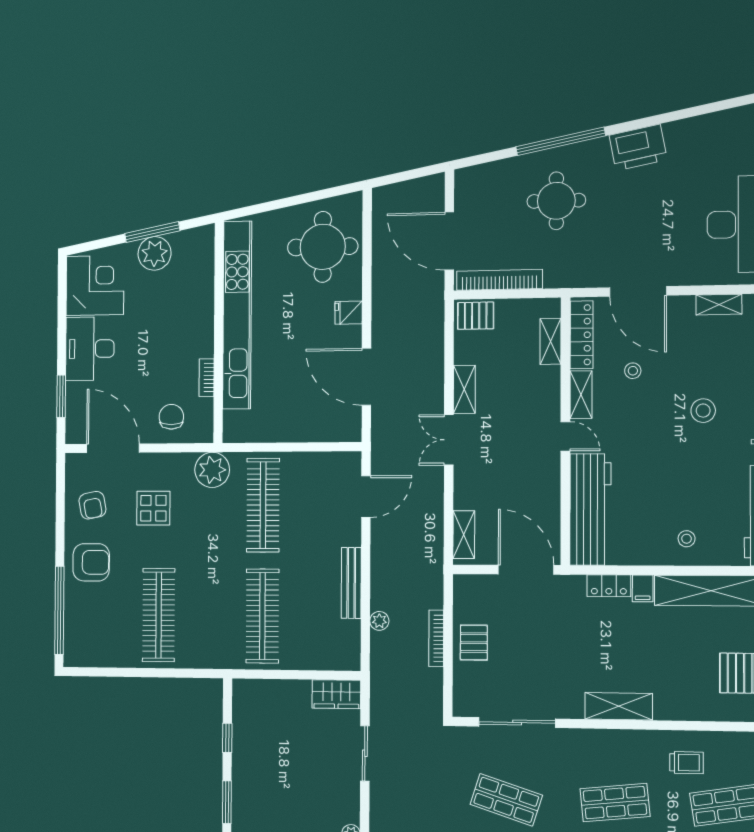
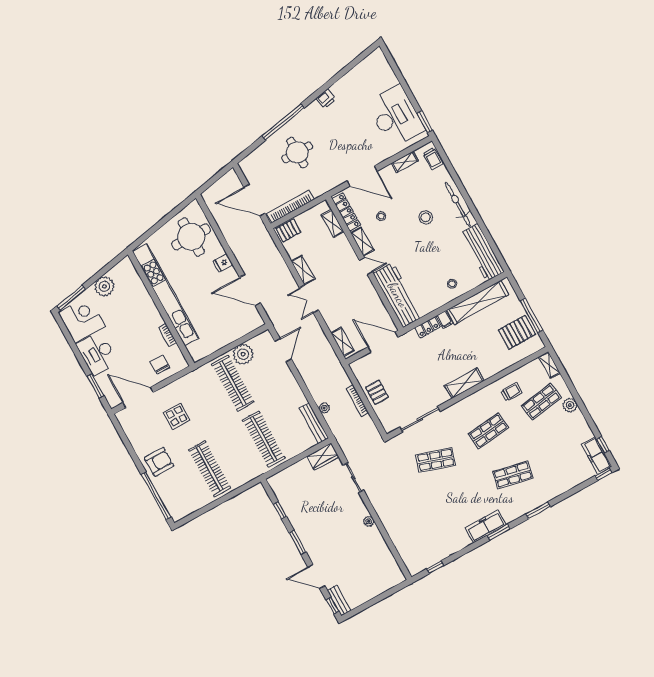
printer: (638, 148) -> (326, 99), width x0.53, depth x0.68
window: (152, 232) -> (71, 298), moved
plant: (212, 470) -> (243, 354), moved
armchair: (92, 505) -> (143, 432), removed
bench: (351, 583) -> (314, 423), moved

